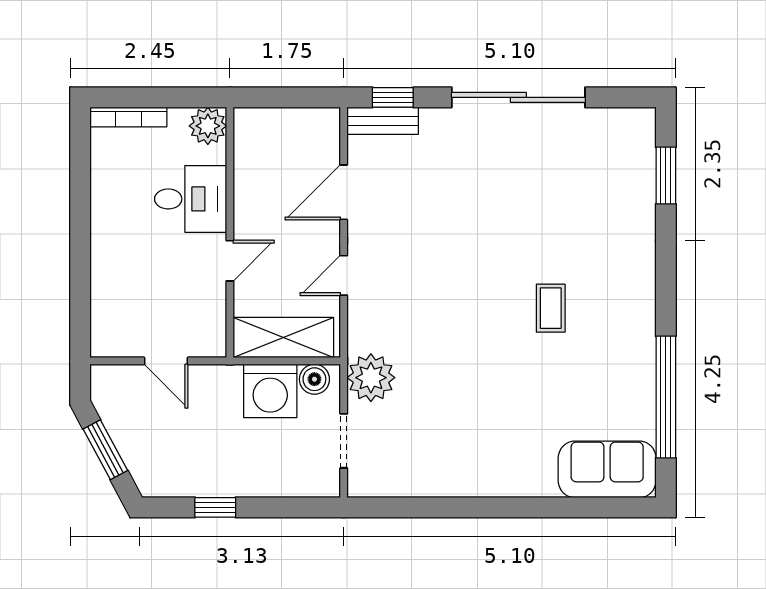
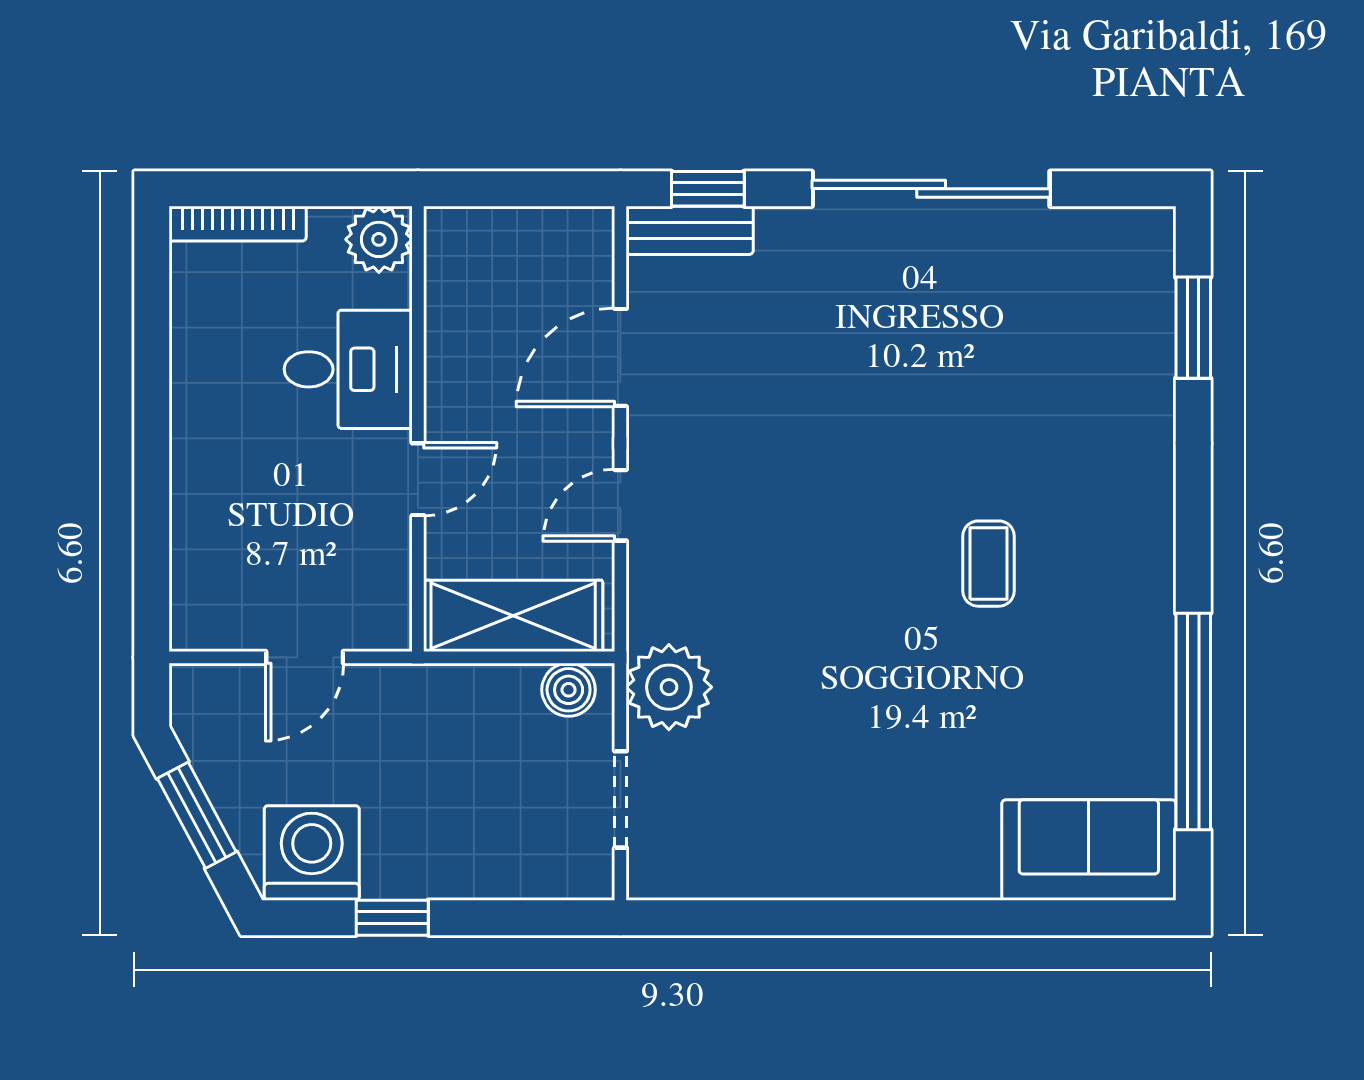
door: (166, 361) -> (305, 657), hinge flipped
washing machine: (270, 391) -> (312, 853), moved, turned 180

